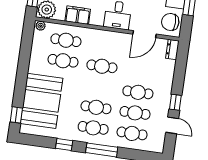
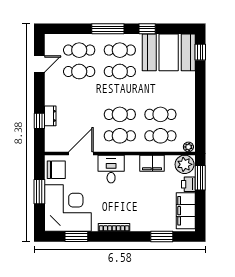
dresser: (172, 49) -> (50, 116), moved
cafe table: (138, 92) -> (120, 136), moved
booth: (42, 101) -> (169, 52), moved, turned 90
window: (175, 102) -> (39, 121), moved
door: (172, 125) -> (39, 64), swing flipped

